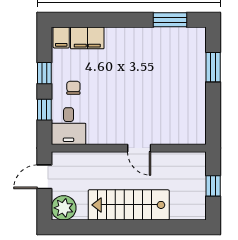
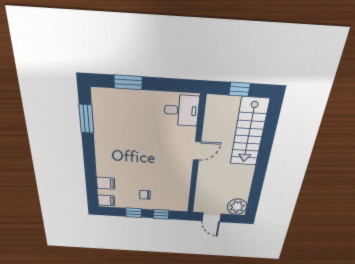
filing cabinet: (87, 38) -> (106, 183), width x0.50
desk: (69, 126) -> (181, 110), moved
stairs: (129, 205) -> (249, 132), moved

